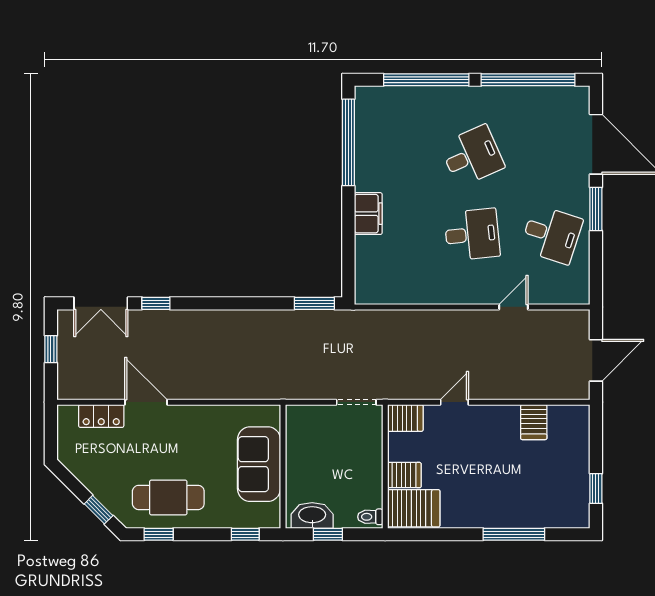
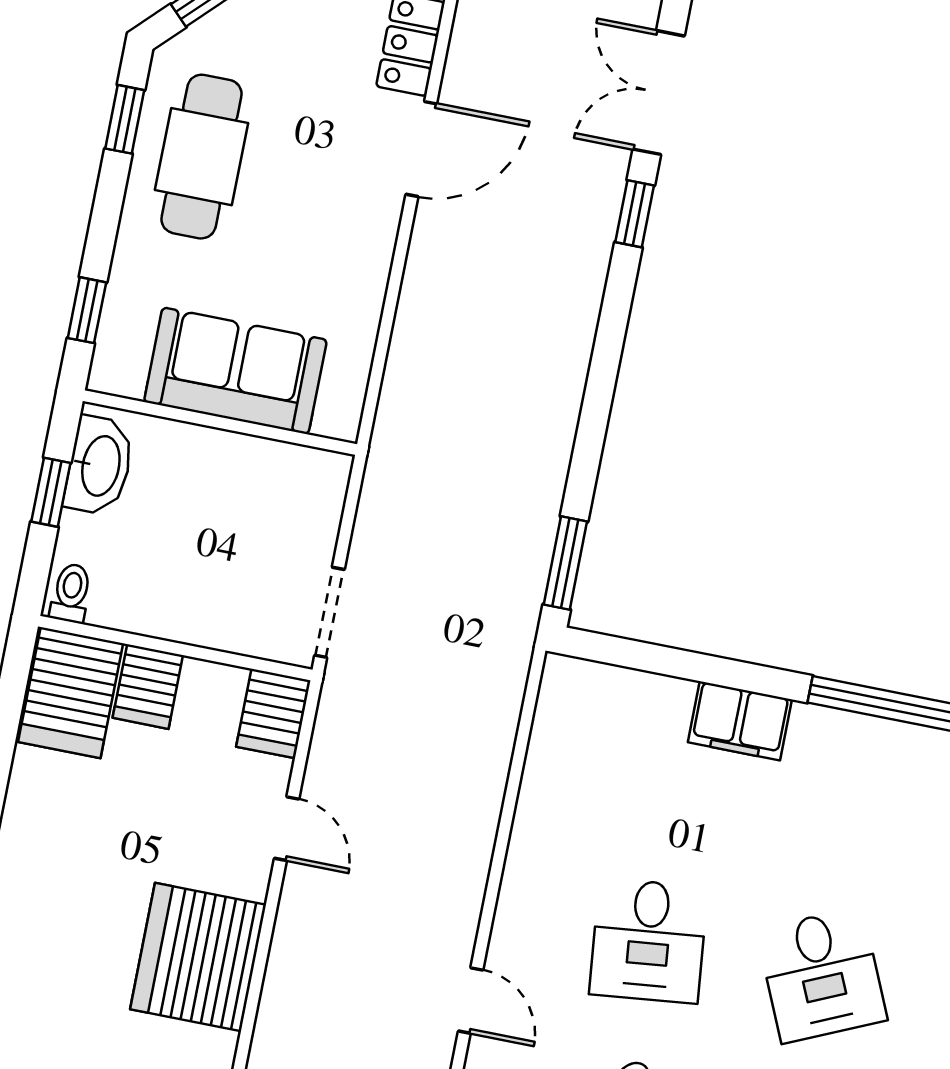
server rack: (534, 422) -> (198, 957), width x2.18, depth x1.44

